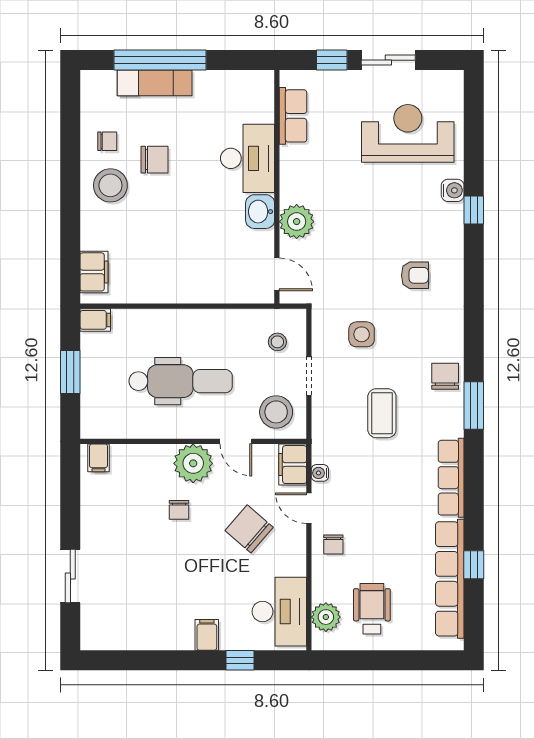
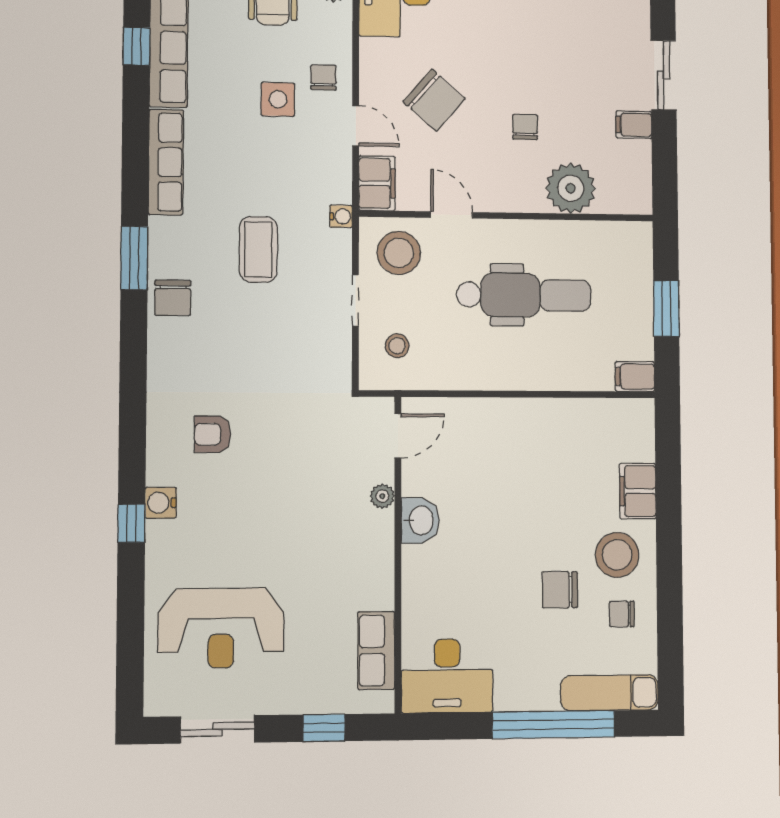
sliding door: (388, 60) -> (218, 729), moved
exam couch: (155, 83) -> (609, 693), moved
desk: (248, 158) -> (447, 676), moved, turned -90
water cooler: (453, 190) -> (161, 503), moved
plant: (297, 222) -> (382, 496), width x0.53, depth x0.53
filing cabinet: (94, 272) -> (638, 491), moved
door: (277, 274) -> (398, 436), swing flipped
side table: (362, 334) -> (278, 99), moved
dental chair: (181, 381) -> (524, 295), turned 180
filing cabinet: (99, 458) -> (634, 125), moved, turned -90
plant: (193, 463) -> (571, 188), moved
water cooler: (320, 473) -> (341, 216), moved
sliding door: (70, 576) -> (664, 75), moved

